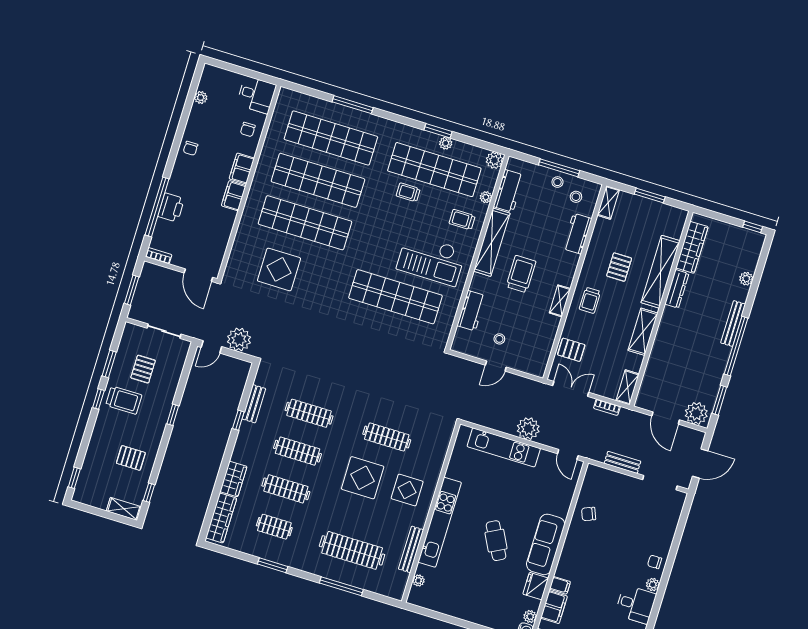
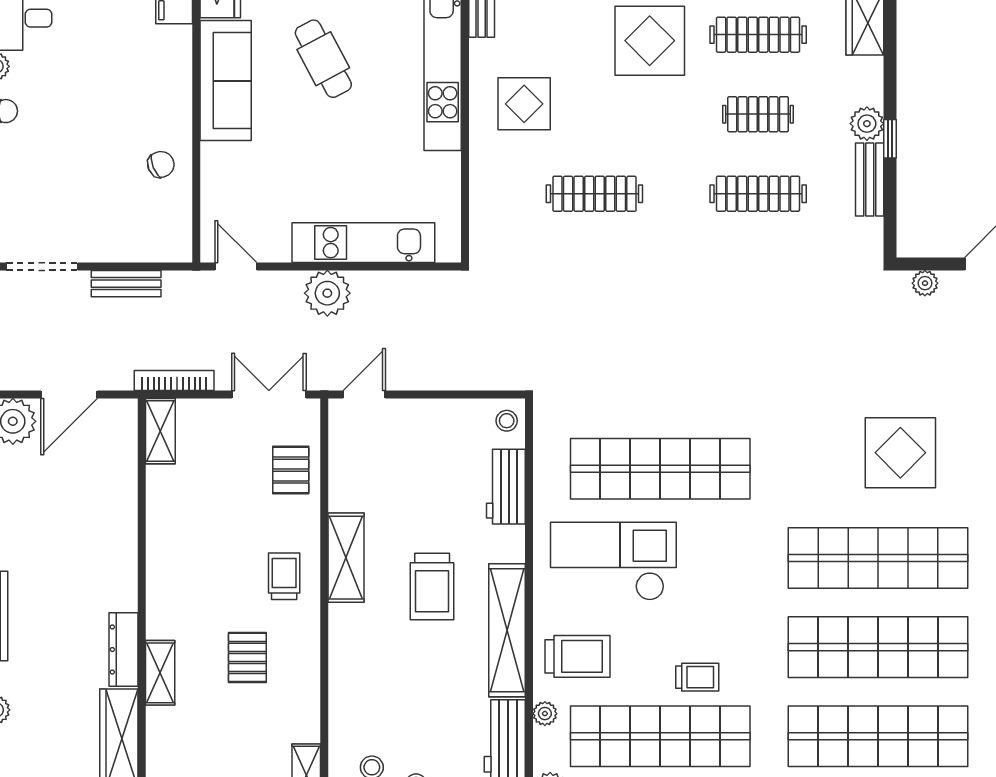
trolley: (462, 220) -> (577, 656), width x1.36, depth x1.39
workbench: (577, 234) -> (348, 697), removed
shelving: (661, 272) -> (160, 673), width x0.45, depth x0.75
shelving: (560, 301) -> (346, 558), width x1.50, depth x1.33
shelving: (643, 332) -> (164, 547), removed
stool: (499, 339) -> (507, 421), moved
plant: (239, 340) -> (925, 283), width x0.53, depth x0.53
pallet: (571, 350) -> (291, 470), turned 90
door: (496, 366) -> (364, 394), moved
double door: (571, 389) -> (269, 394), swing flipped
bookcase: (607, 407) -> (174, 380), width x1.56
door: (666, 418) -> (69, 394), swing flipped
plant: (247, 431) -> (867, 124), added
clothes rail: (297, 451) -> (758, 114), width x0.73
display table: (363, 478) -> (650, 41), moved

